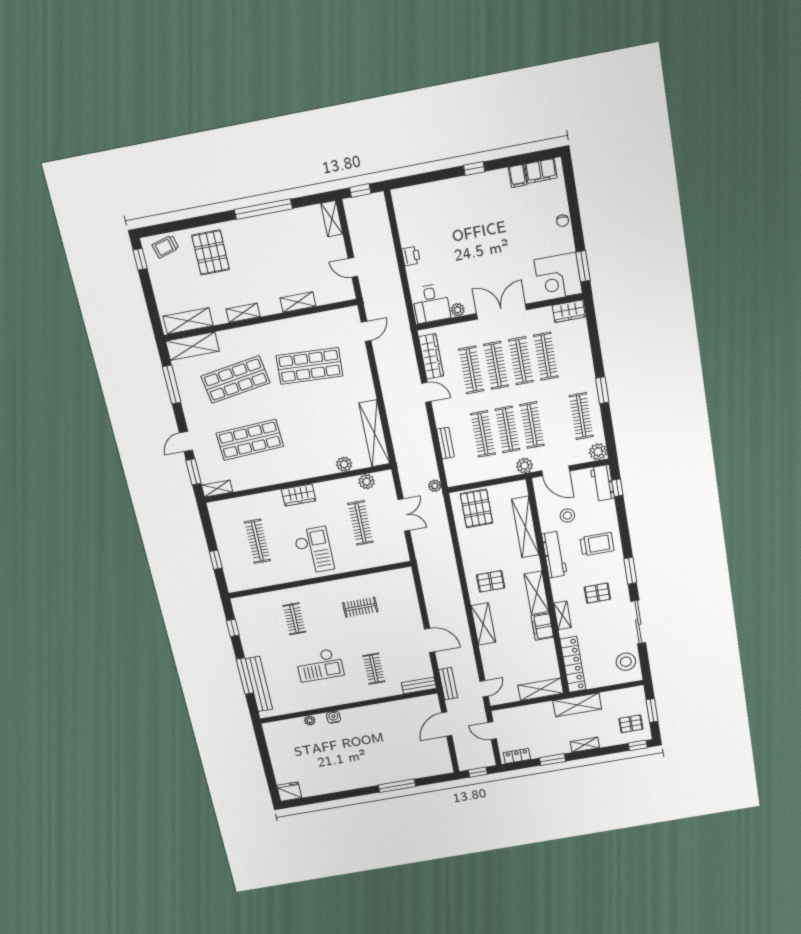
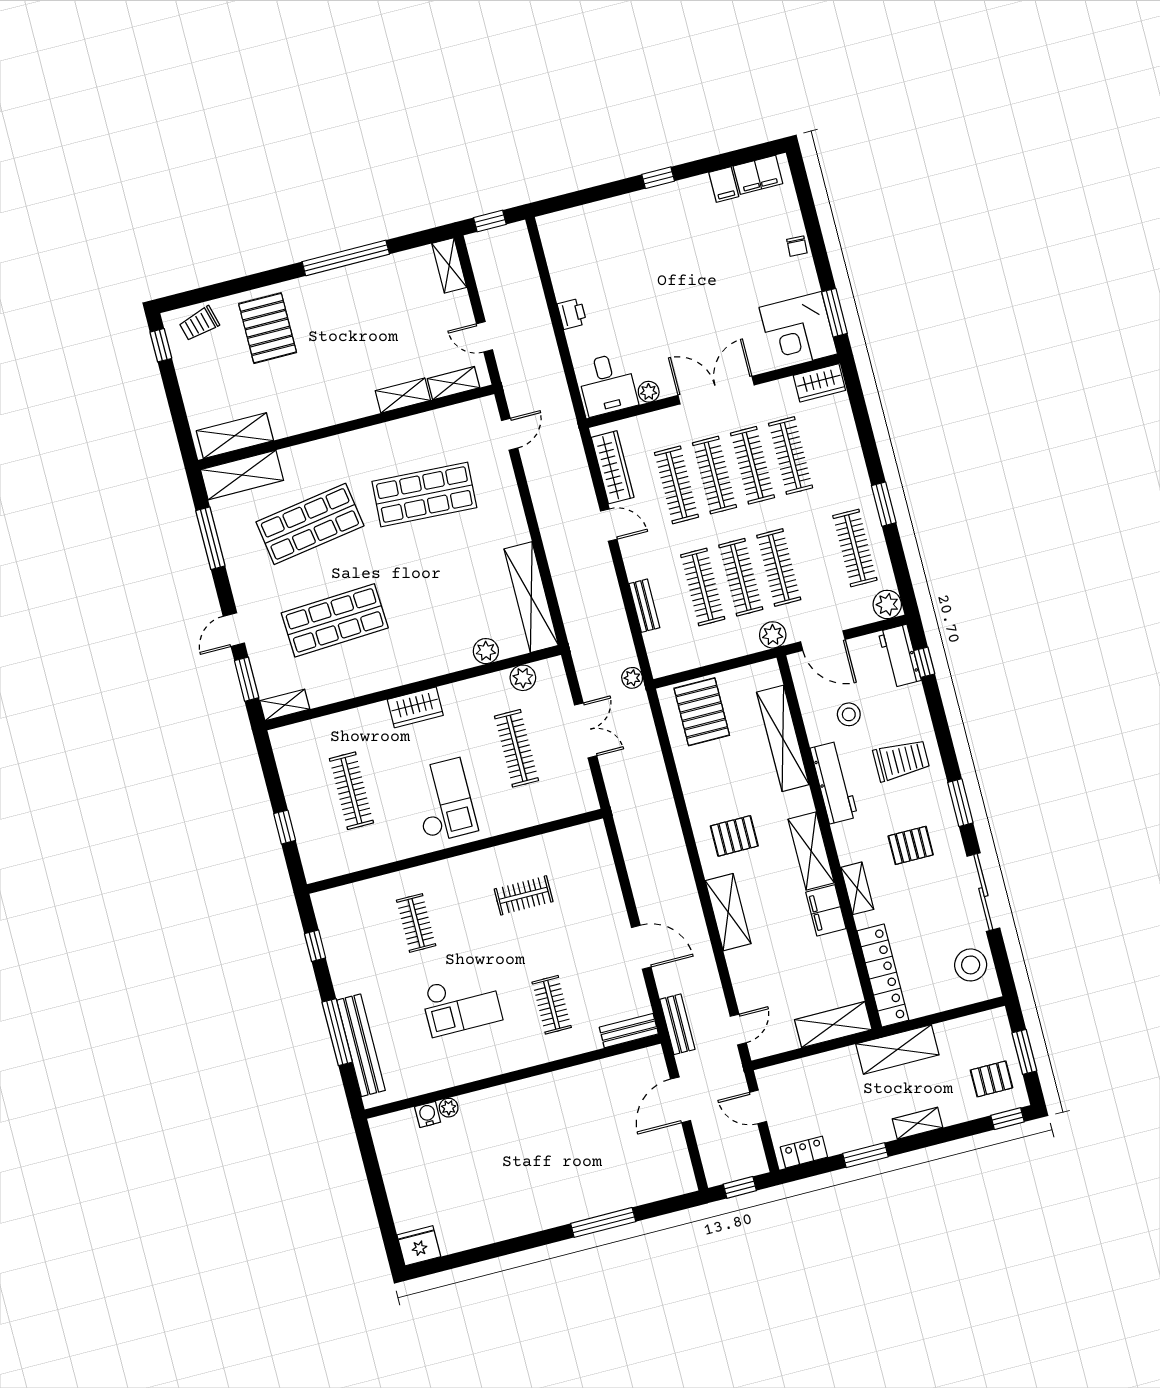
shelving: (243, 313) -> (453, 383), moved
water cooler: (334, 717) -> (428, 1114), moved

